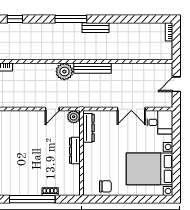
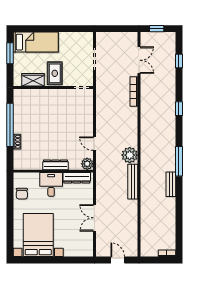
desk: (160, 122) -> (51, 184), moved, turned 180

